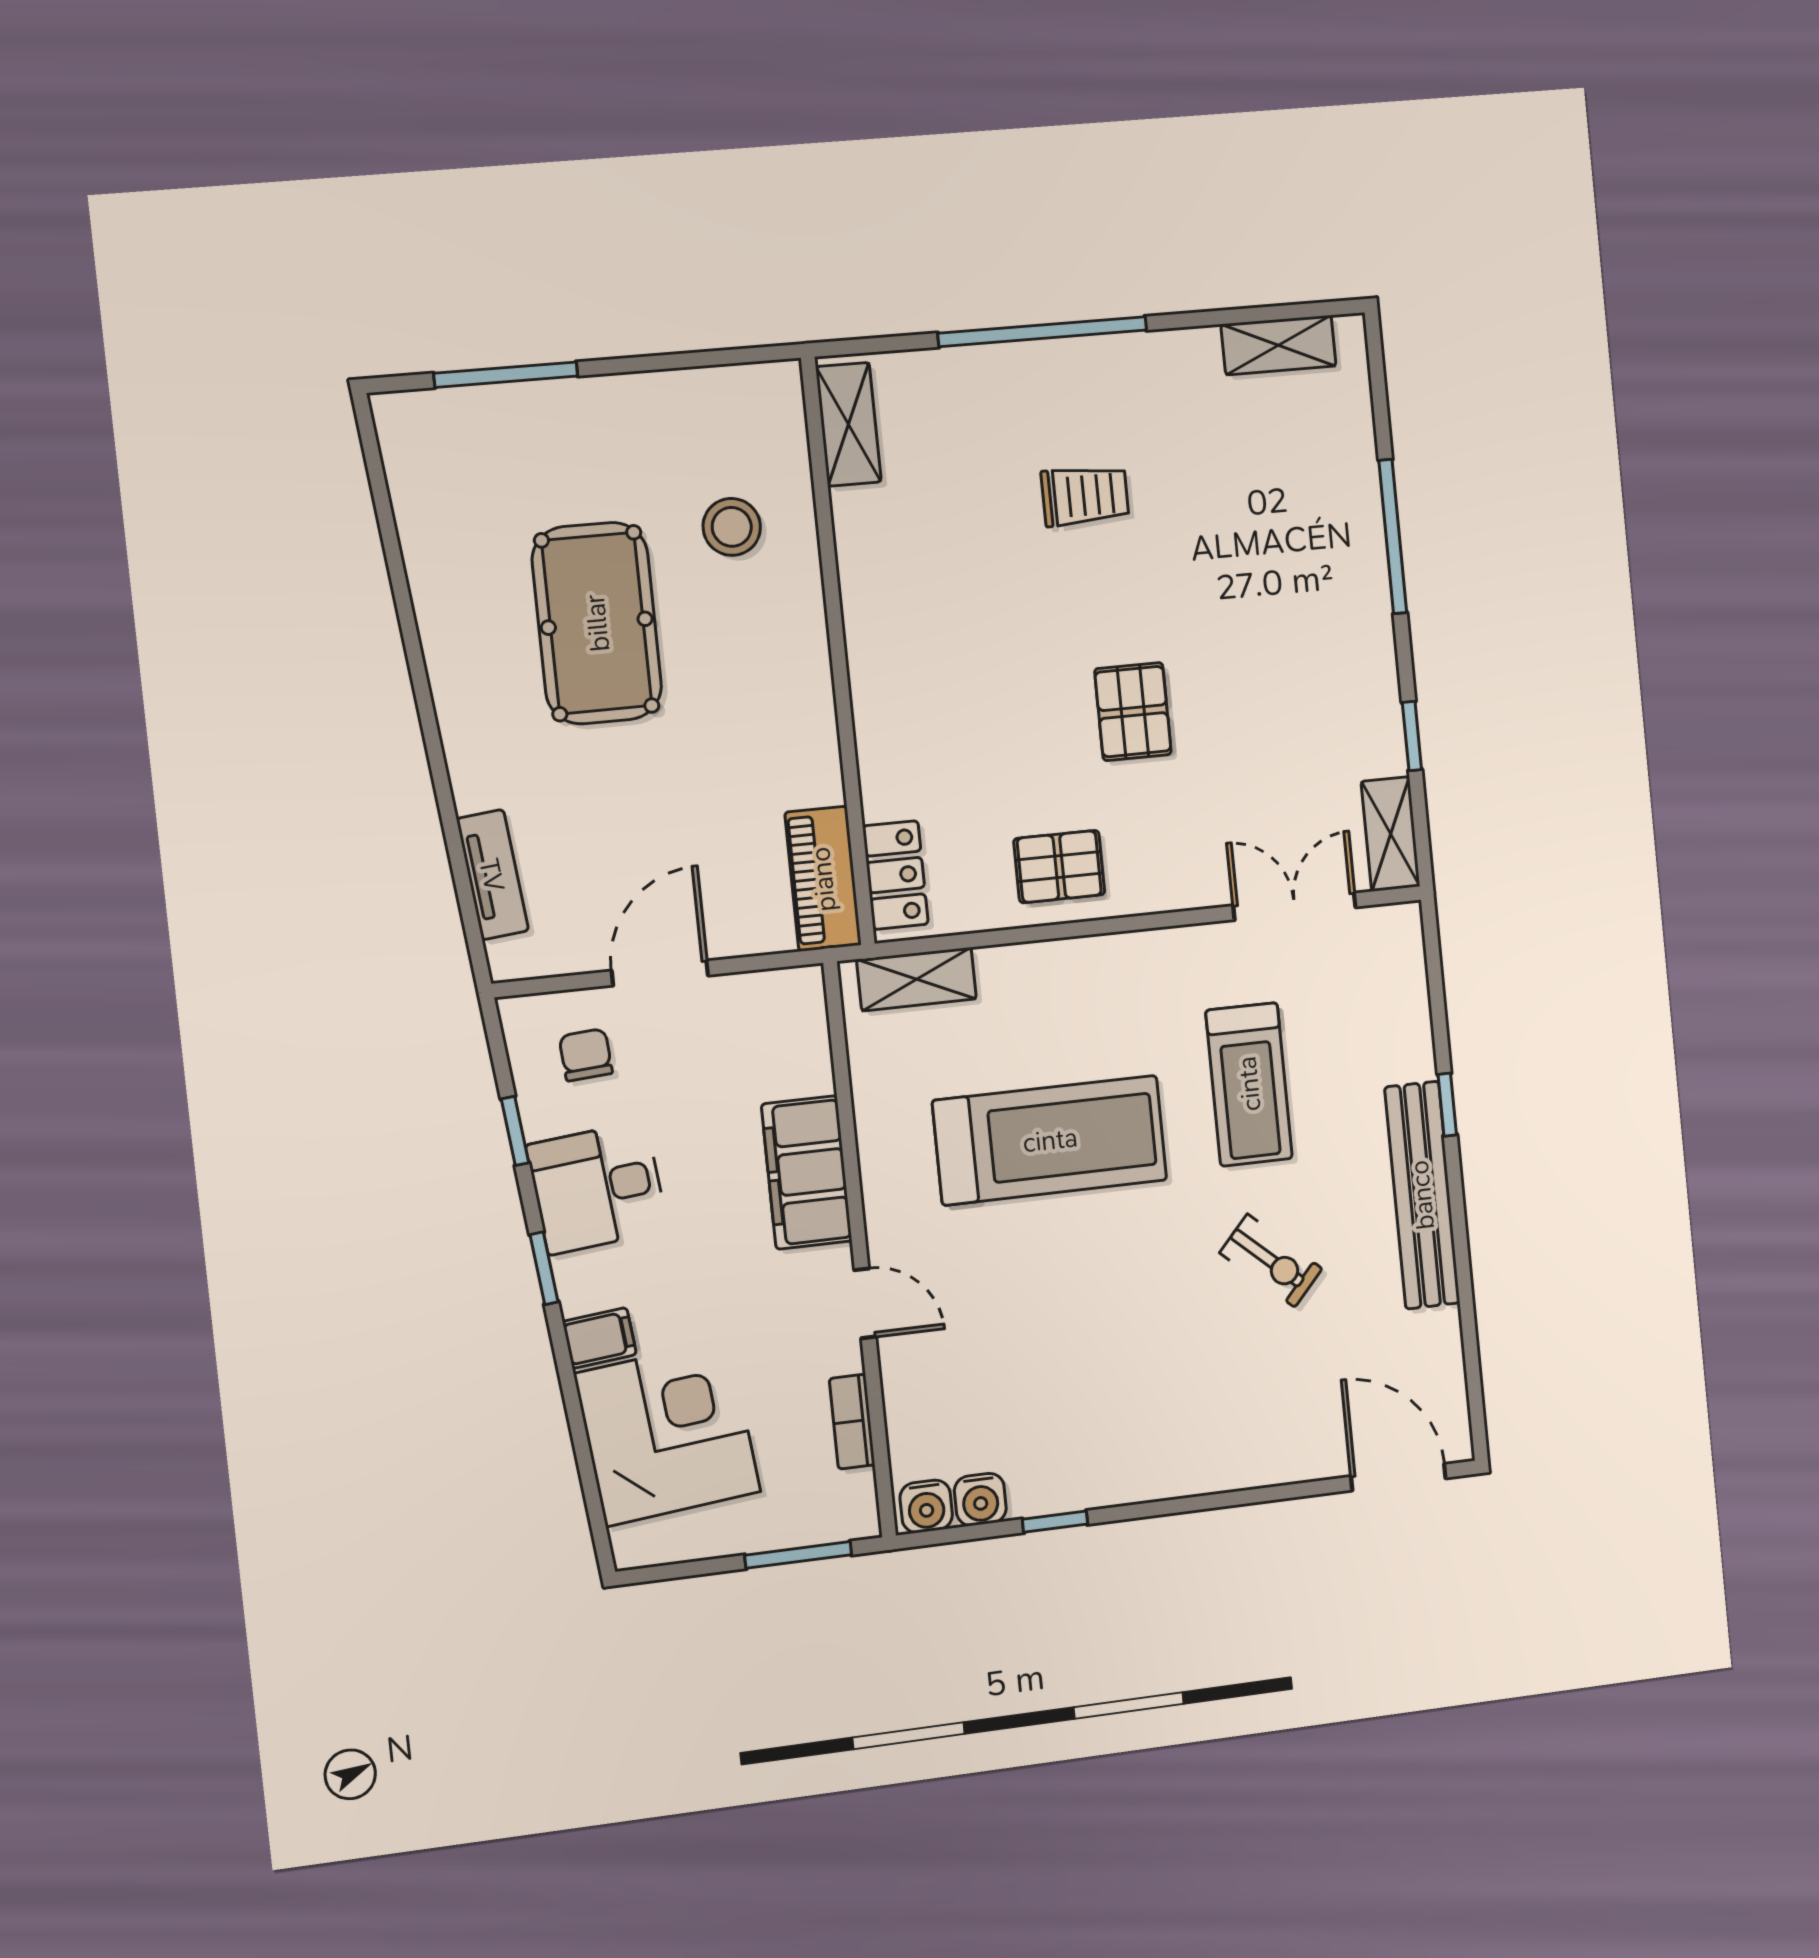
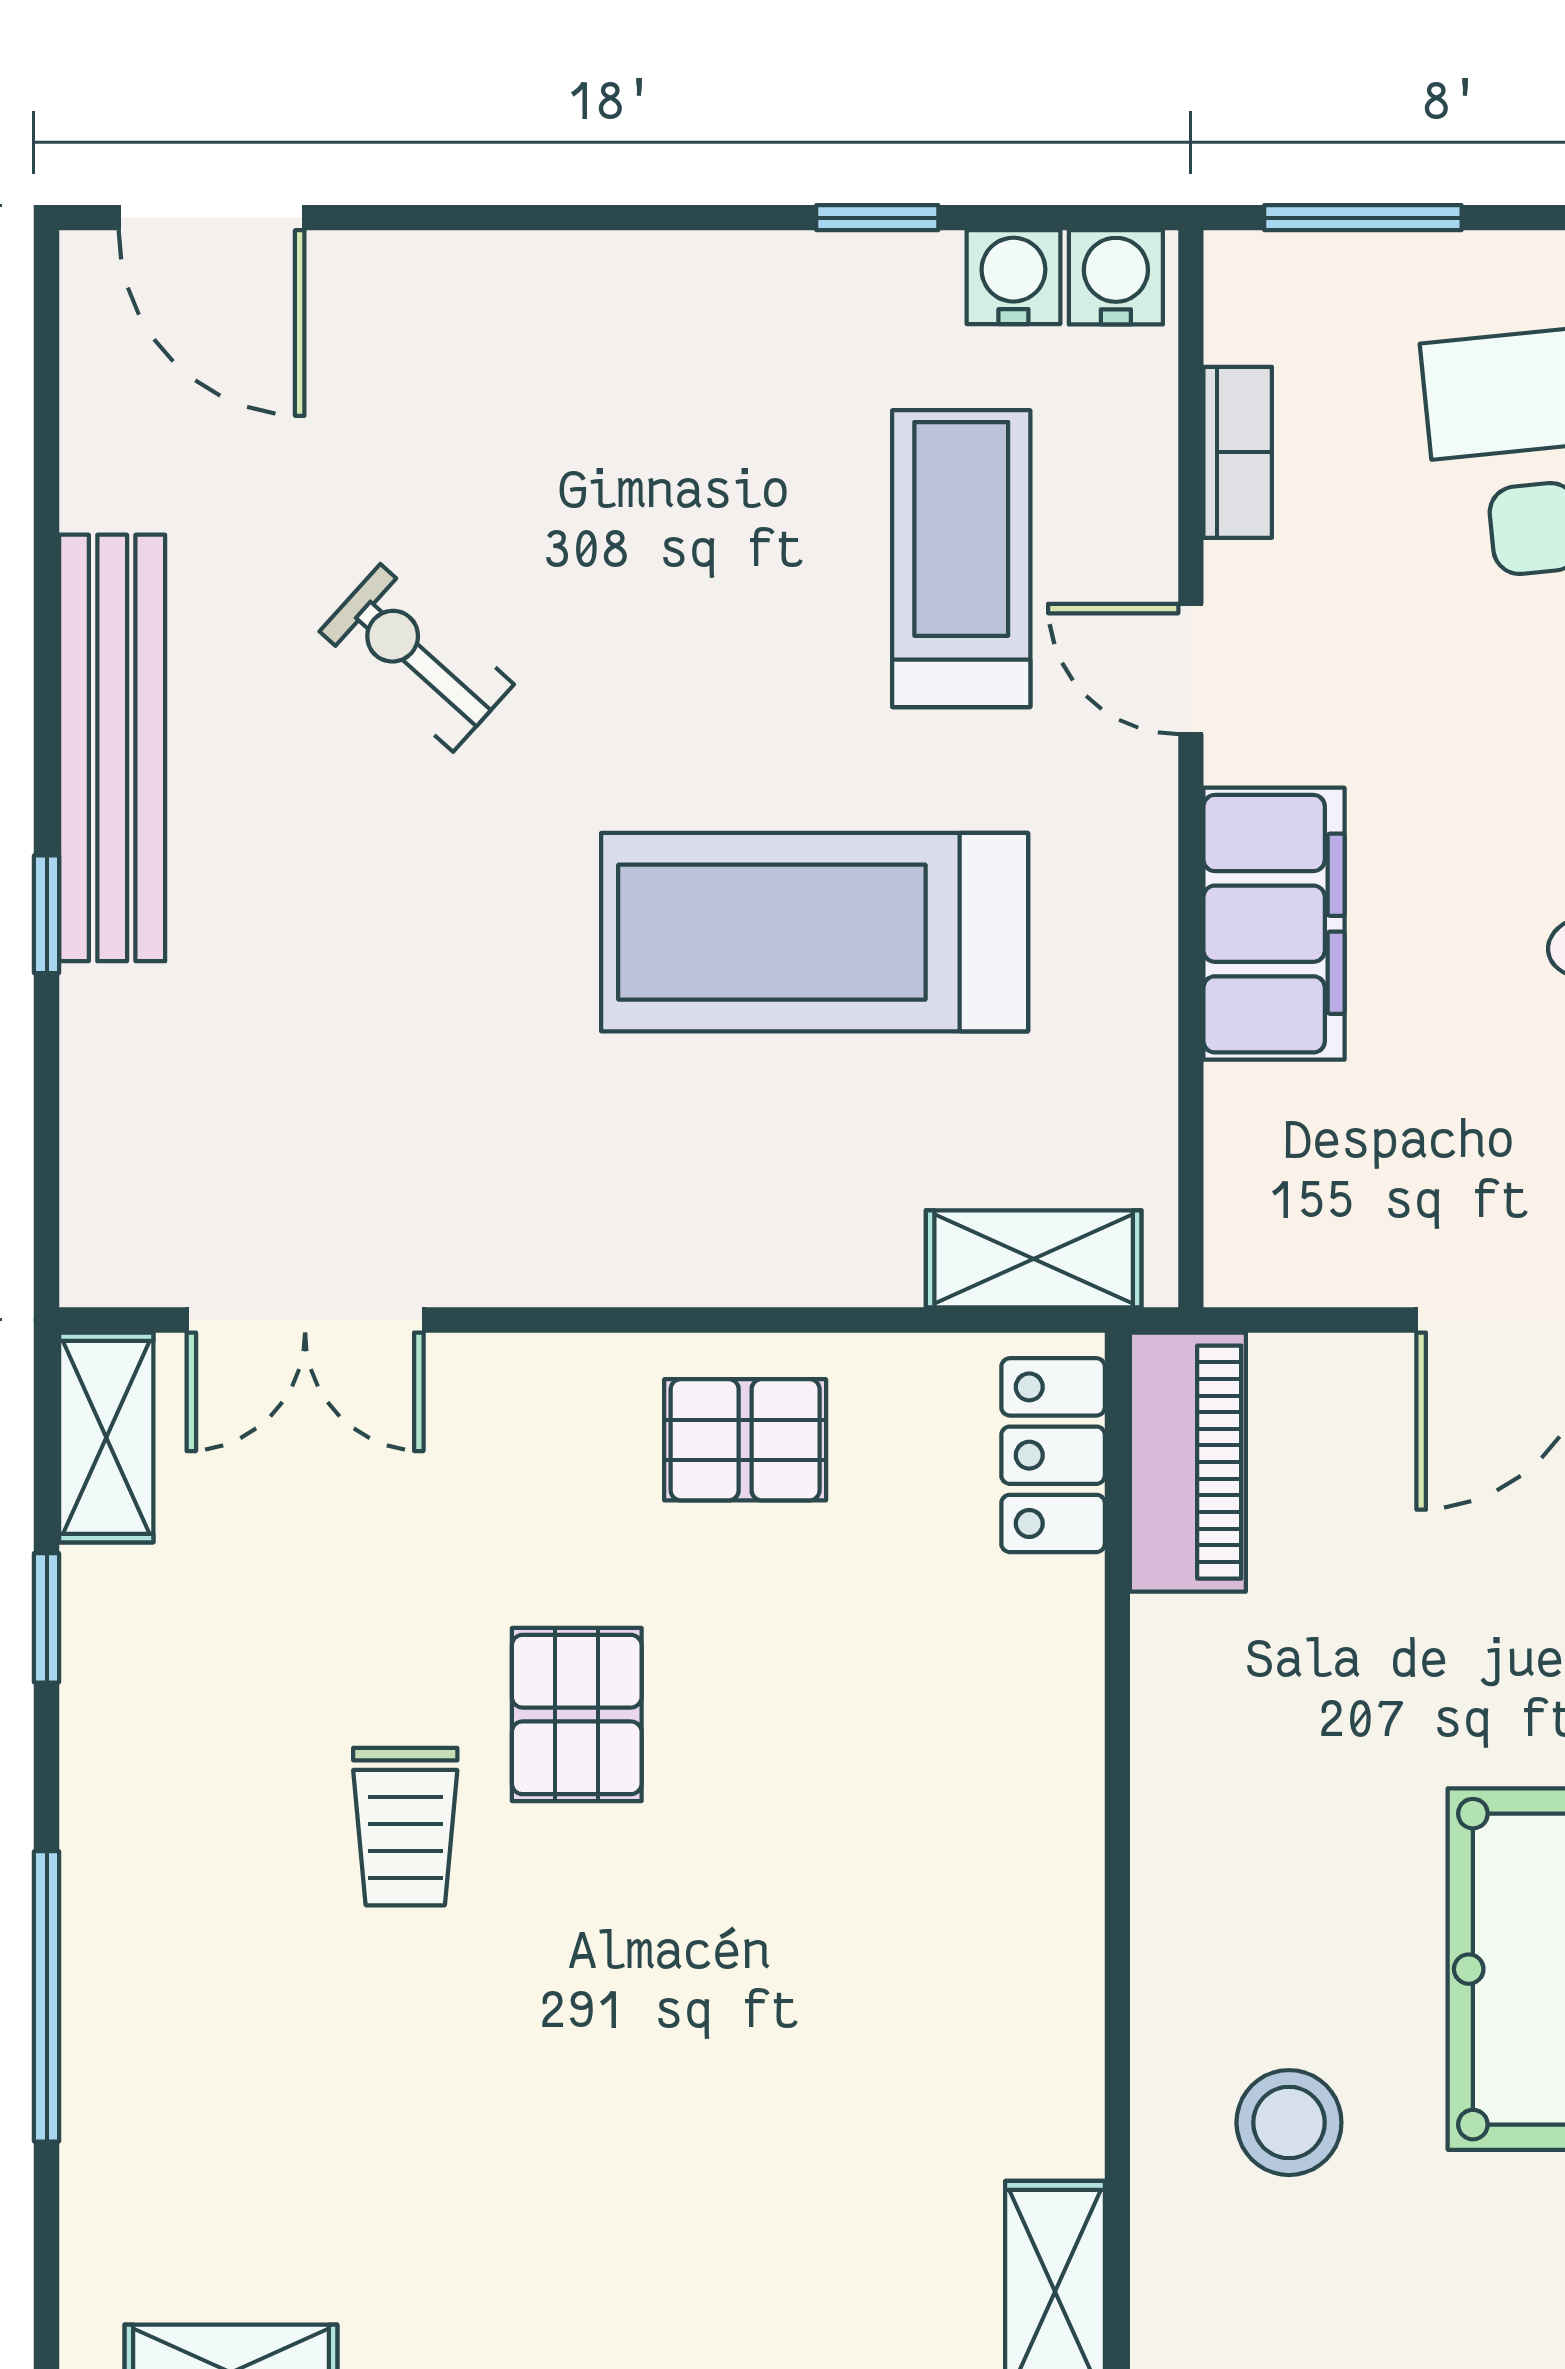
trolley: (1085, 496) -> (405, 1827), moved, turned -90
treadmill: (1249, 1084) -> (961, 559), moved

